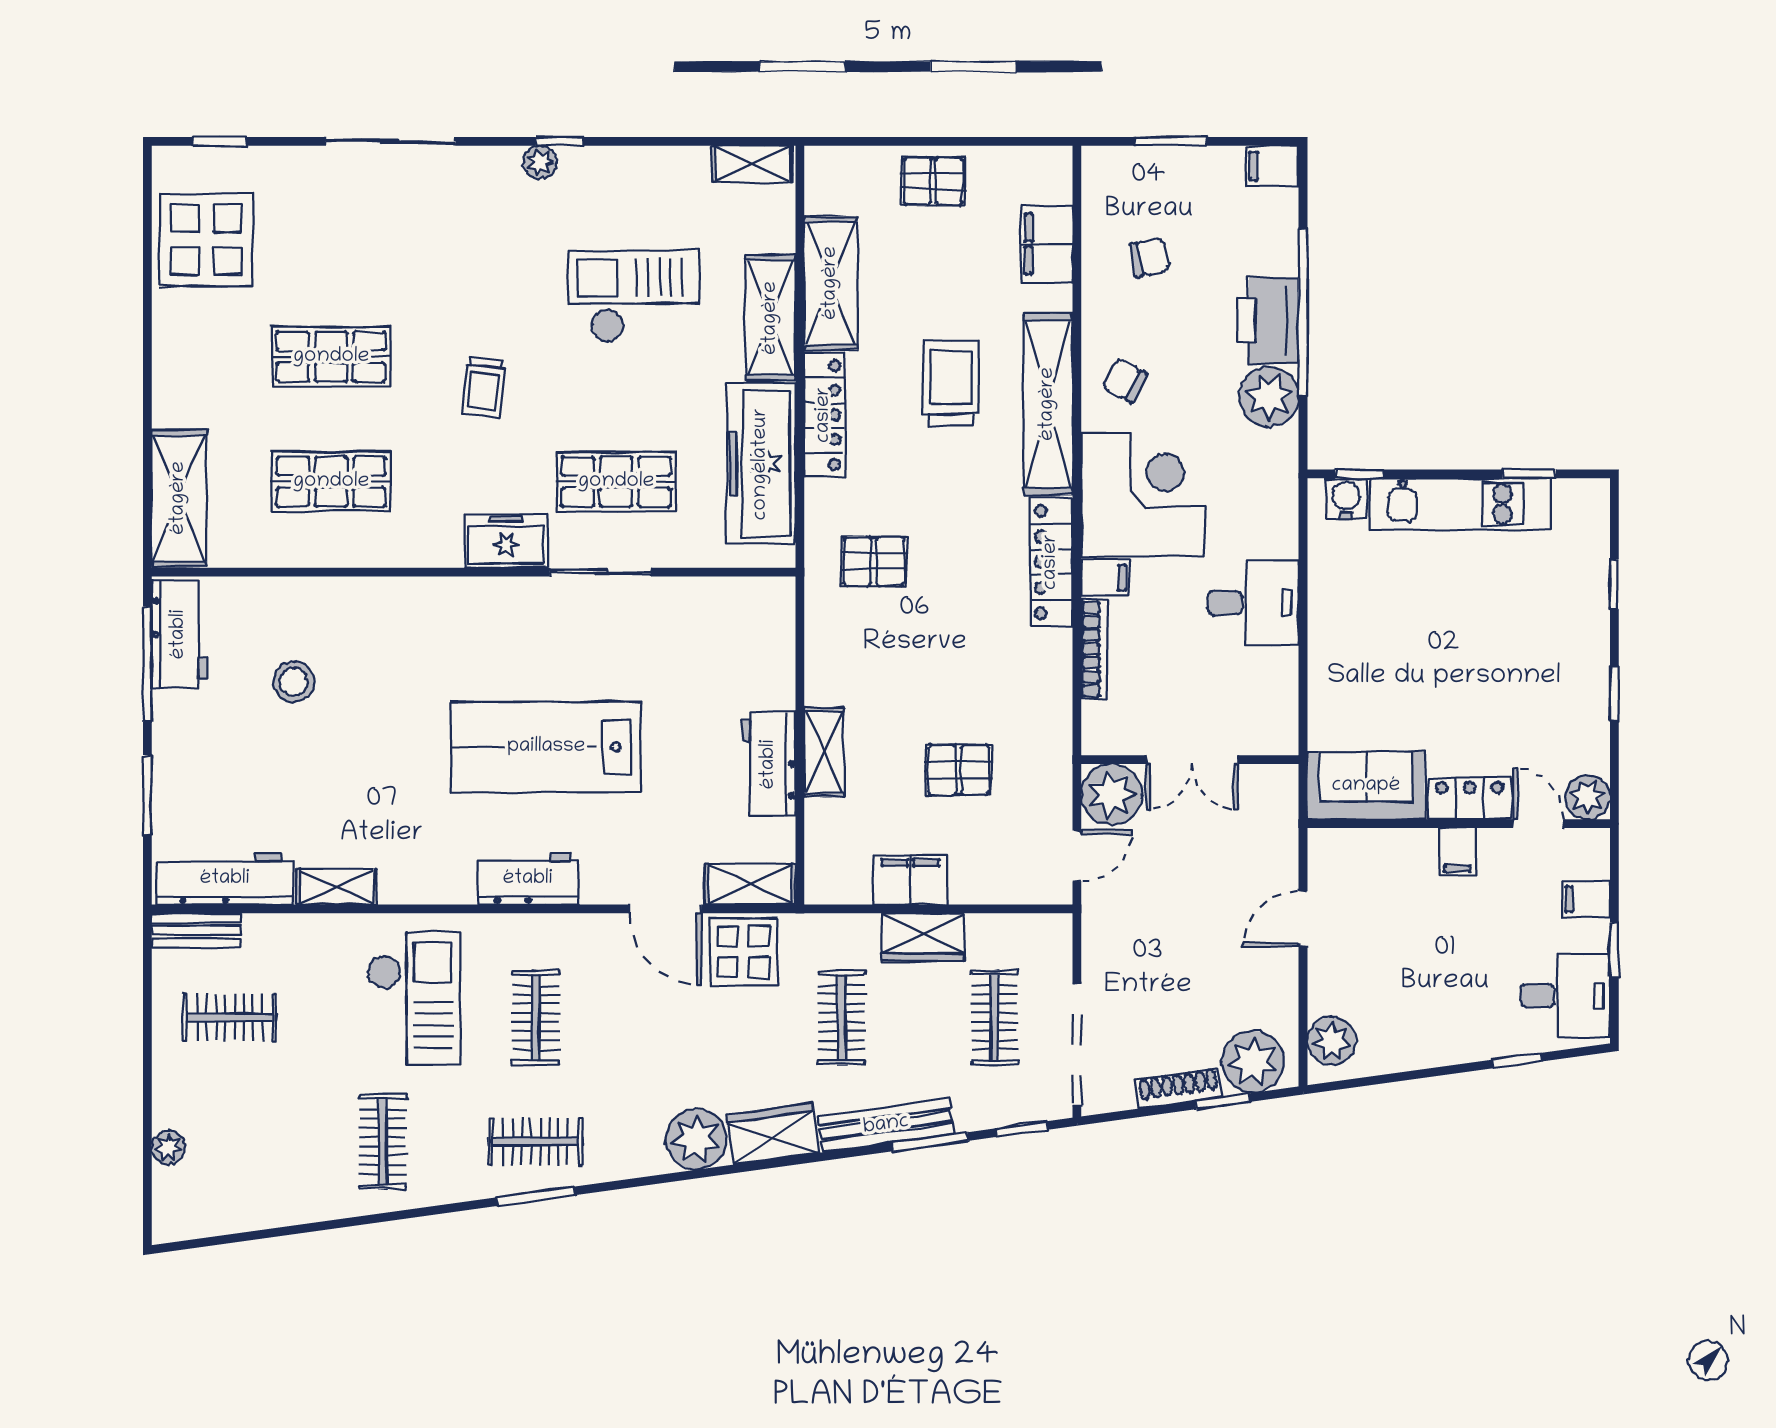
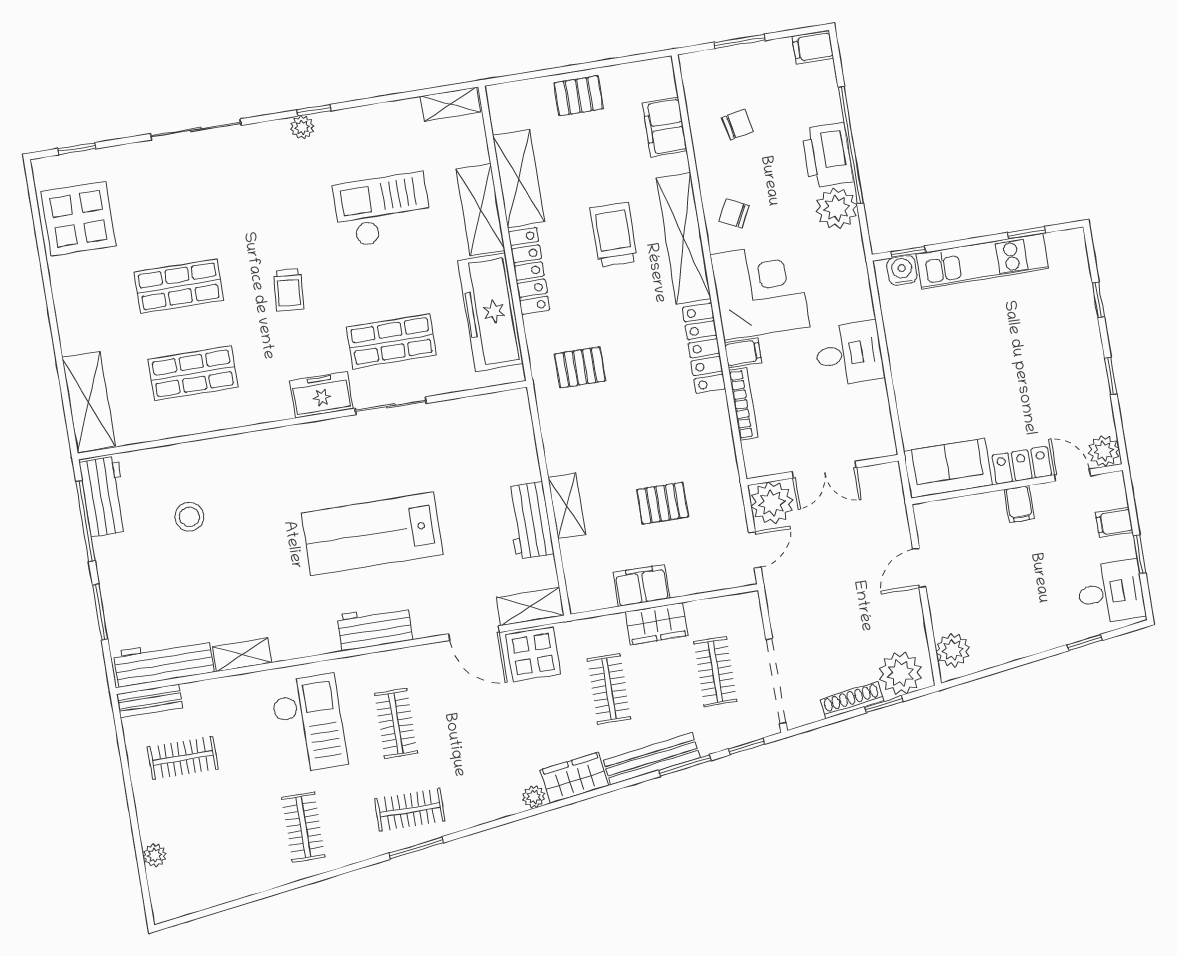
plant: (696, 1139) -> (534, 797), width x0.53, depth x0.53

